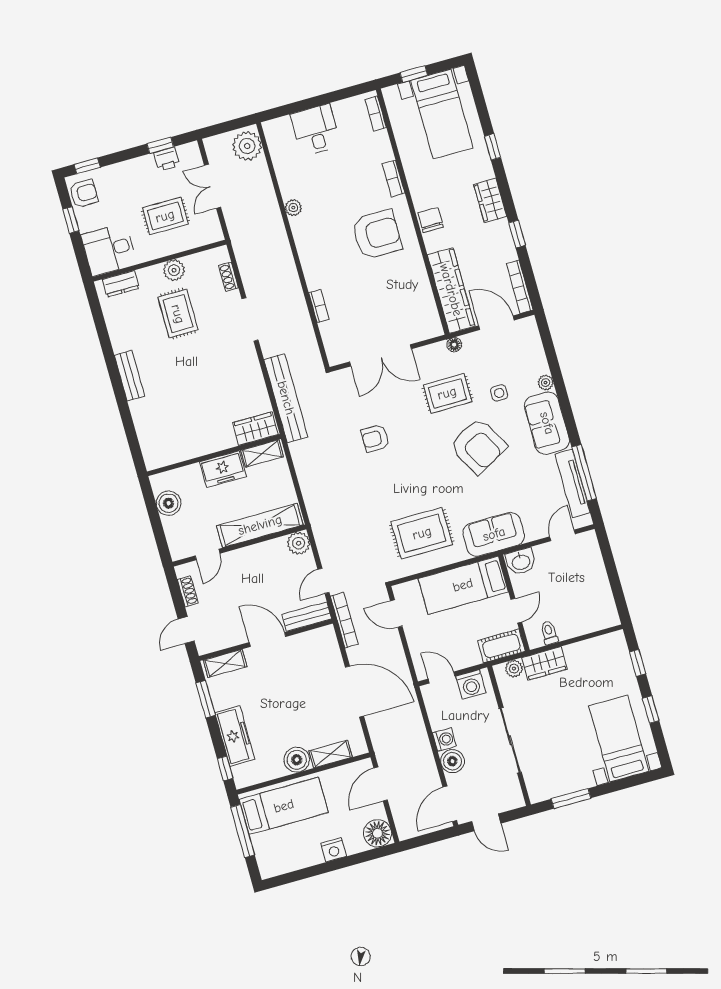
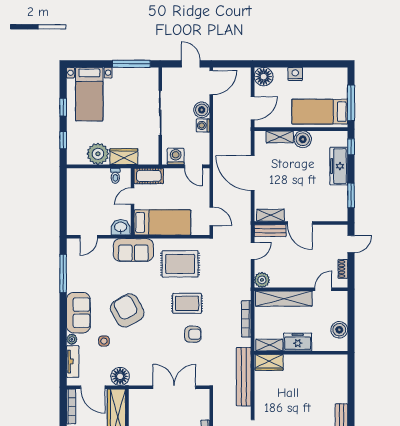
floor lamp: (454, 345) -> (120, 376), width x1.89, depth x1.89
rug: (447, 393) -> (187, 303), moved
tv unit: (573, 483) -> (73, 362), moved, width x0.71
bookcase: (344, 620) -> (246, 319), moved
shelving: (225, 663) -> (270, 215), moved
plant: (514, 669) -> (98, 154), moved, width x1.87, depth x1.87
window: (571, 799) -> (131, 64), width x1.44

